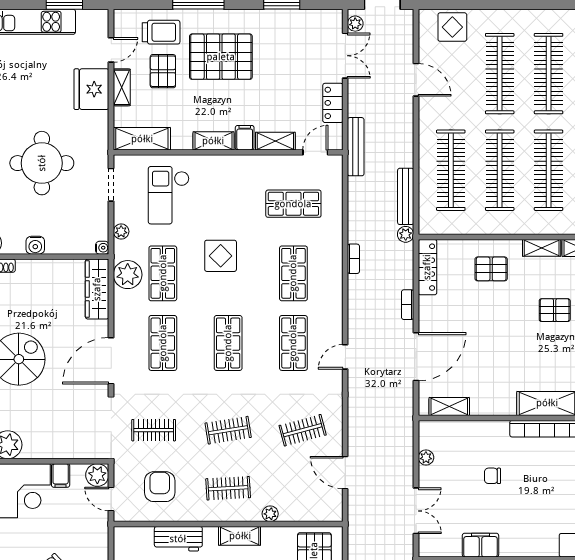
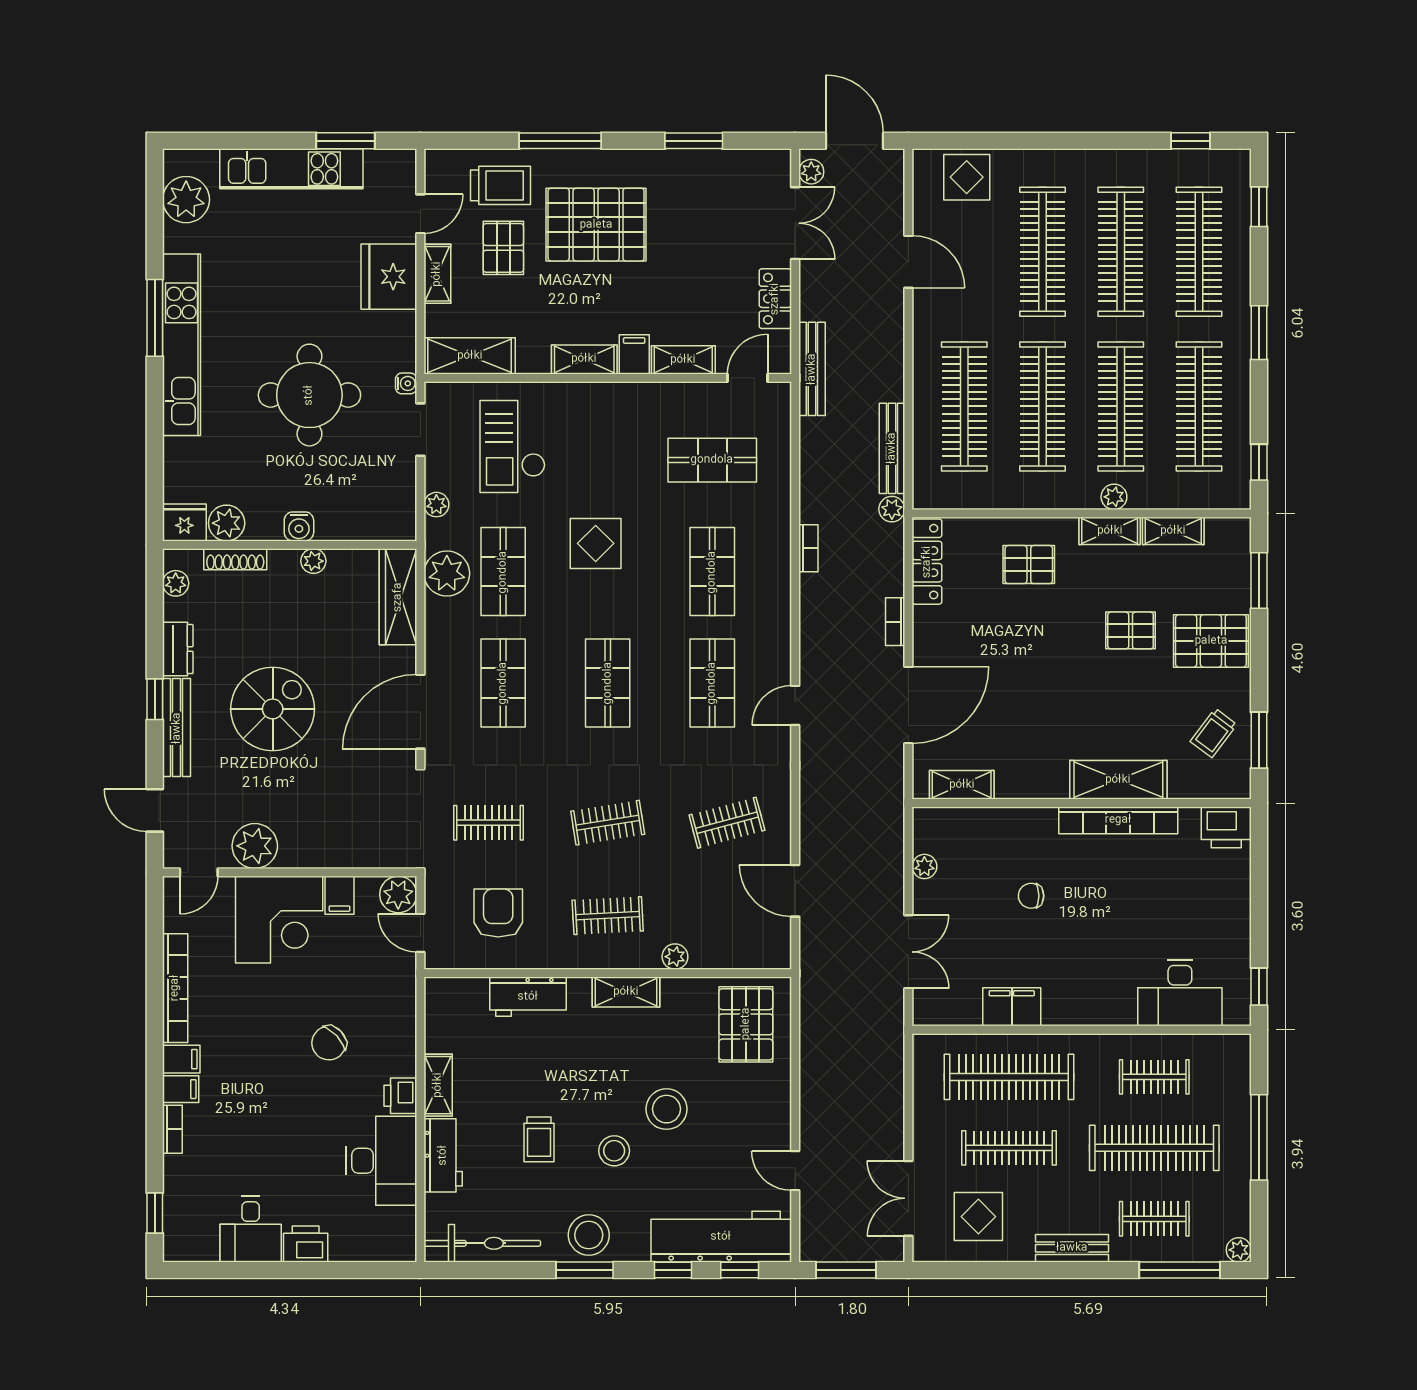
plant: (544, 227) -> (1114, 497), added
water cooler: (102, 248) -> (406, 383), moved
plant: (44, 267) -> (313, 561), added

